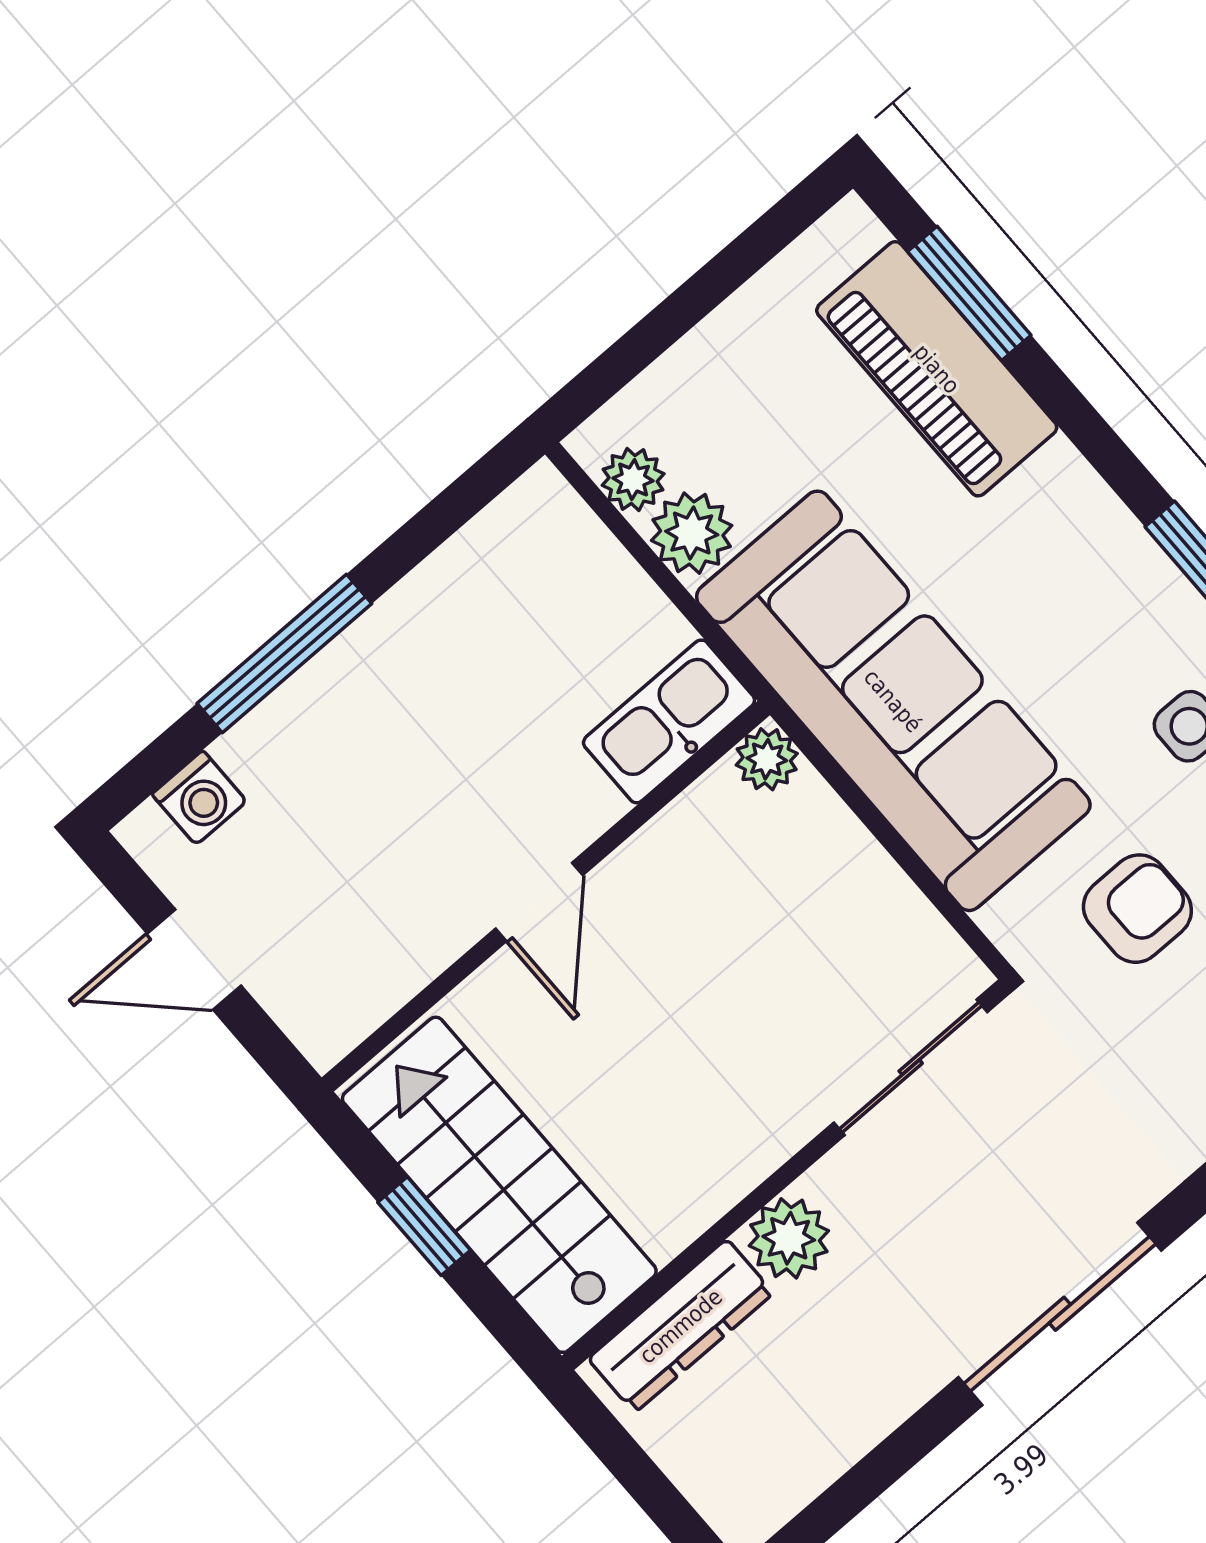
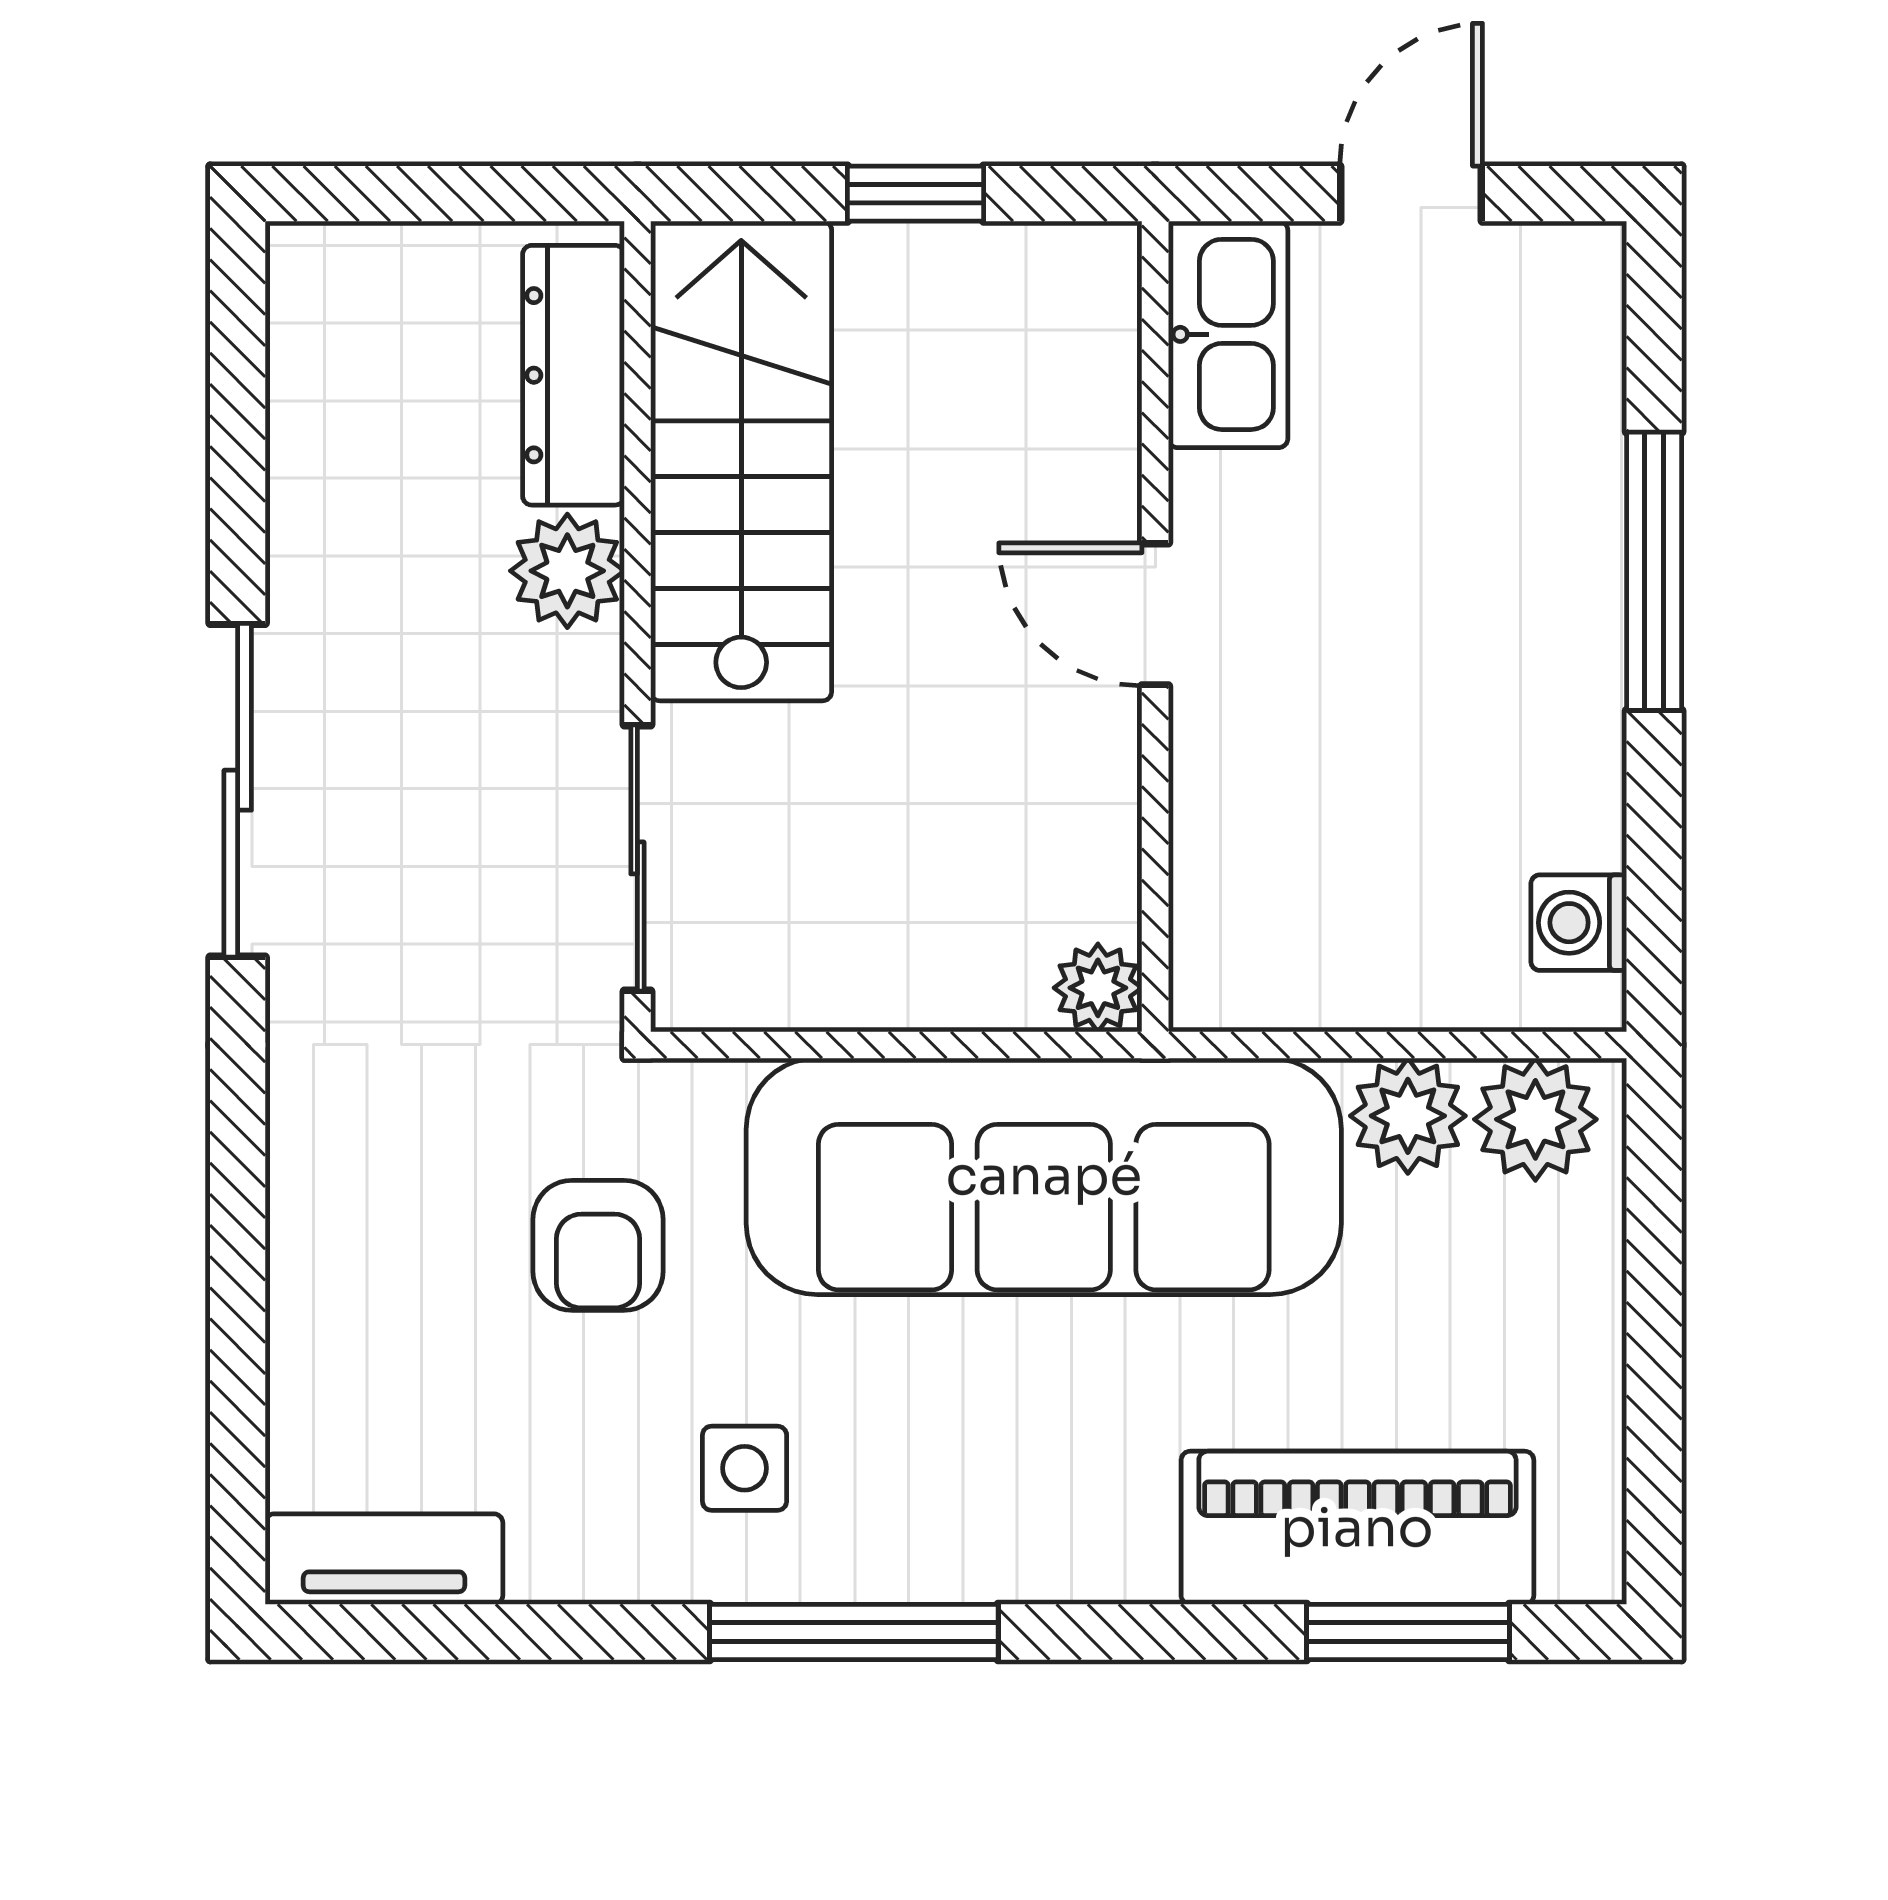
plant: (633, 480) -> (1535, 1119), width x1.38, depth x1.38
kitchen sink: (669, 721) -> (1228, 334), moved
washing machine: (199, 798) -> (1579, 923), moved
stairs: (499, 1185) -> (741, 461), moved, turned -90

